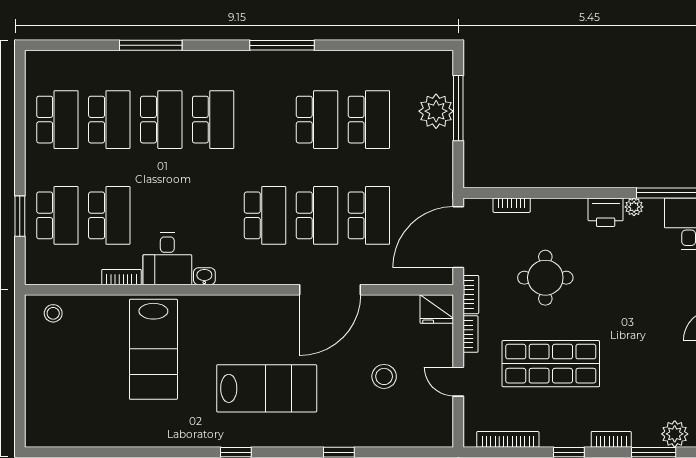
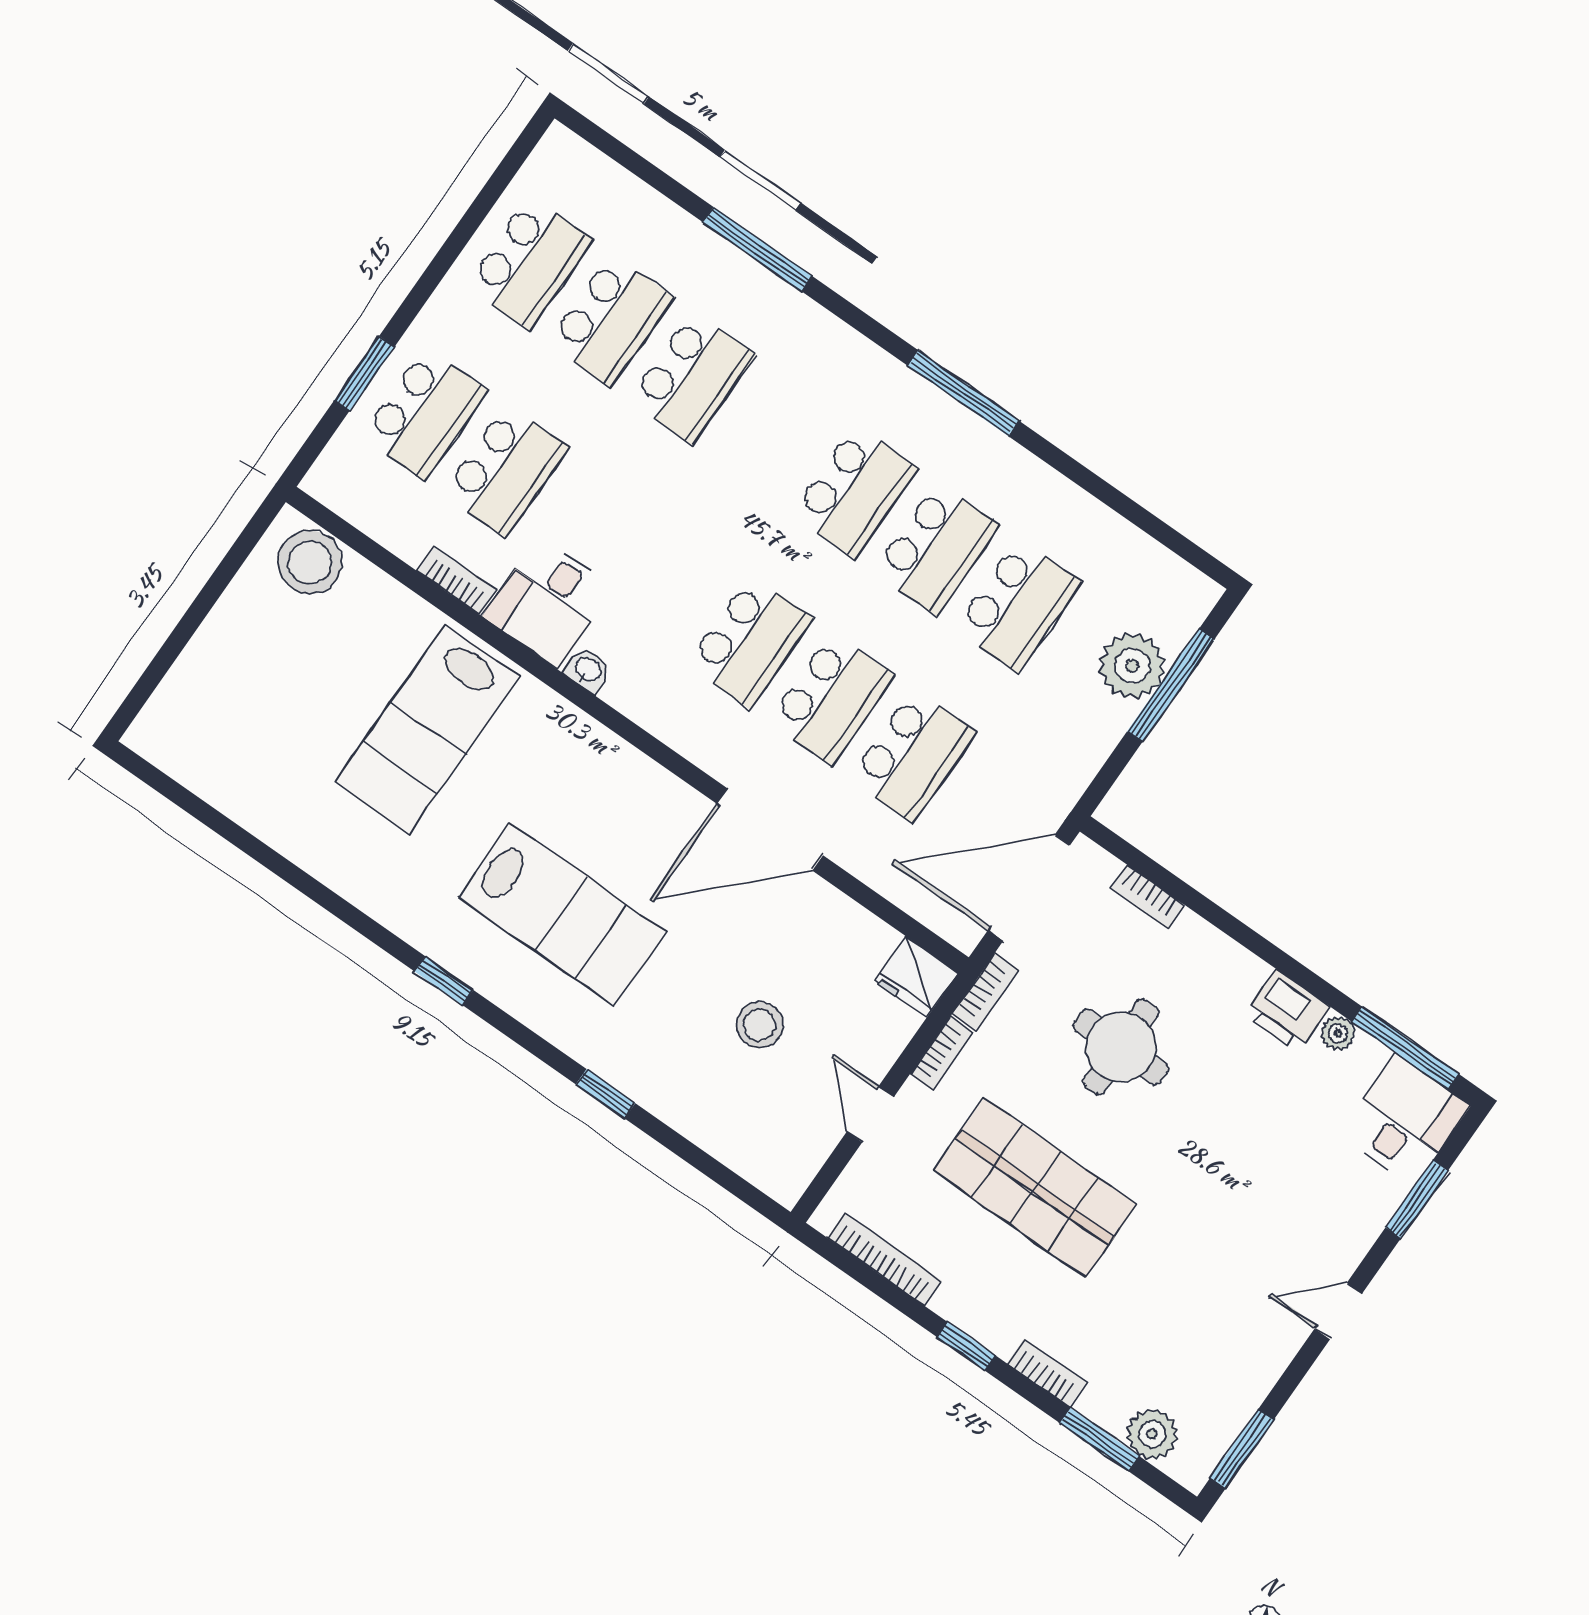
school desk: (213, 120) -> (855, 491), moved
stool: (53, 313) -> (310, 562), width x1.89, depth x1.89

